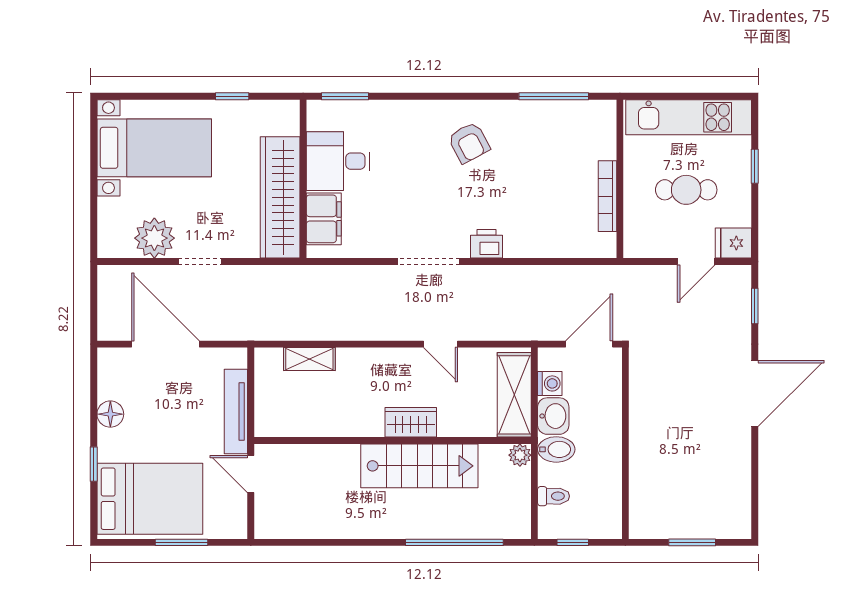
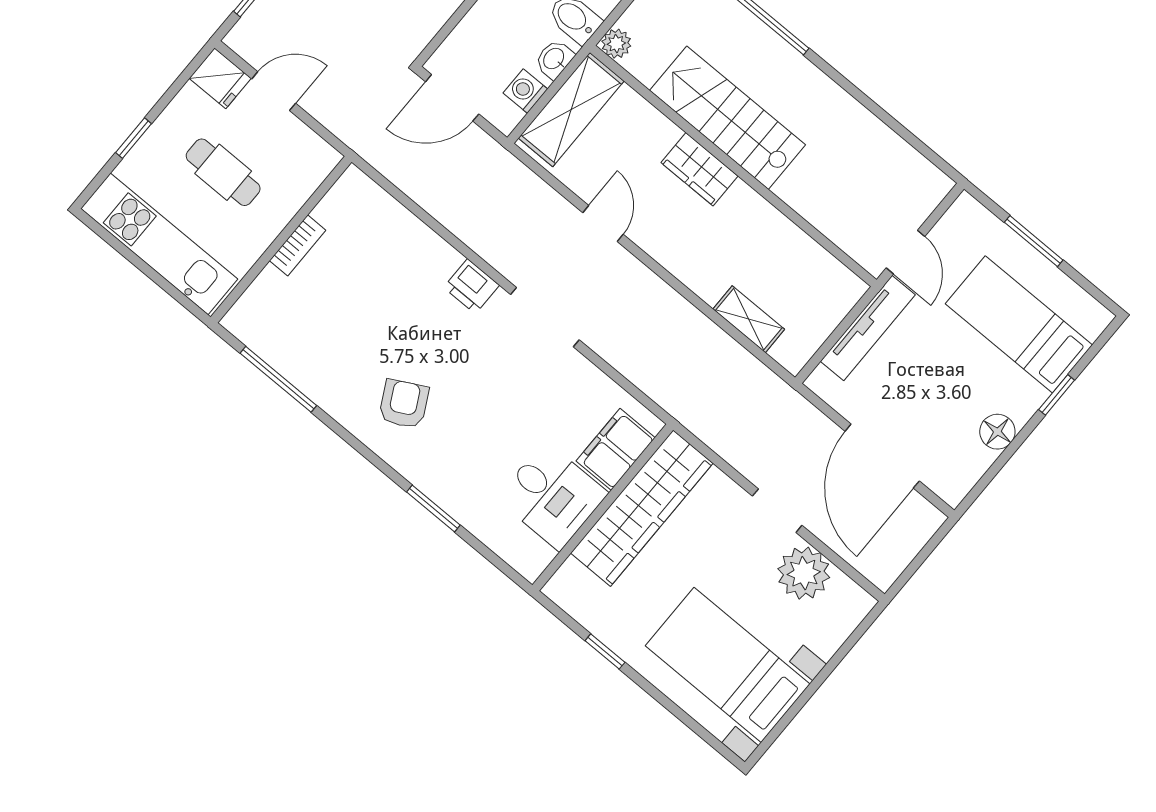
window: (345, 96) -> (433, 508), moved
bookcase: (607, 196) -> (298, 245), width x0.64
washbasin: (553, 416) -> (554, 59), width x0.72, depth x0.69
bed: (150, 499) -> (1019, 324), width x0.67

